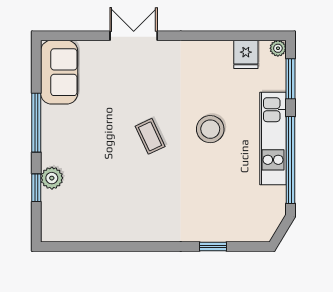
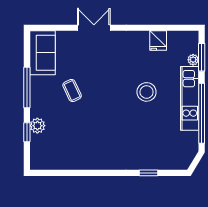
plant: (278, 48) -> (193, 60), moved
fridge: (246, 54) -> (158, 41), moved
coffee table: (150, 136) -> (72, 91), moved

